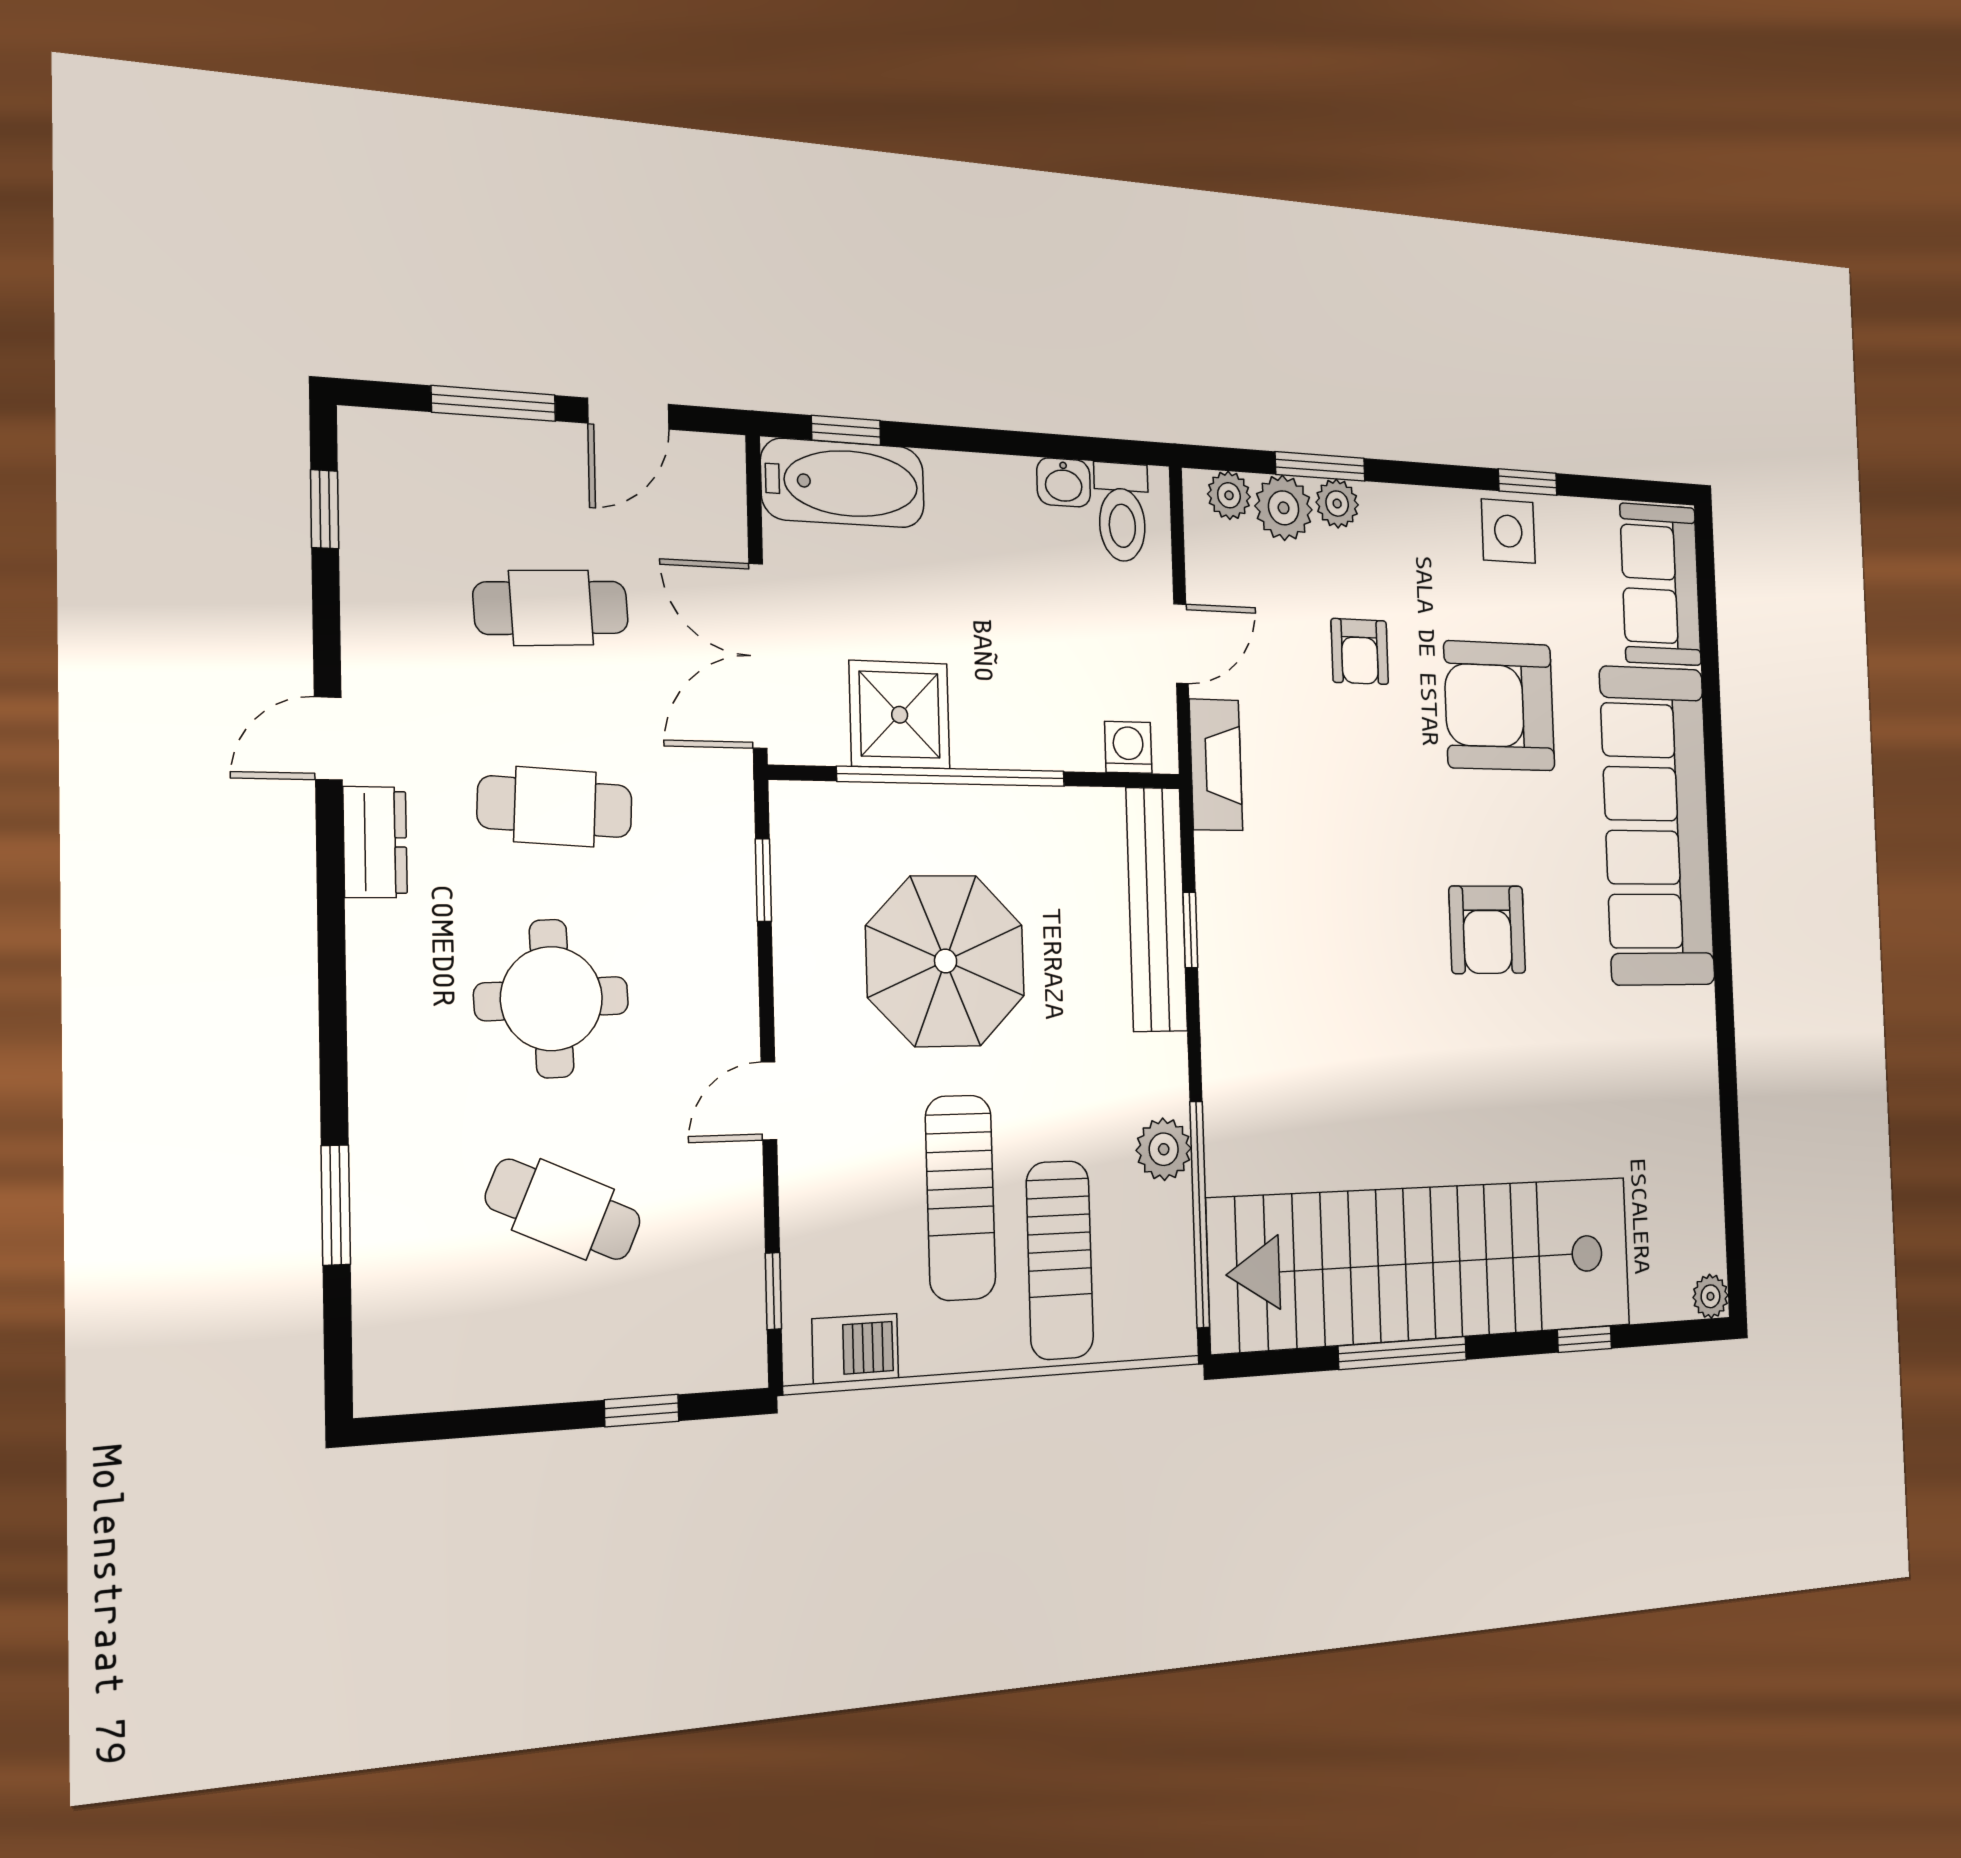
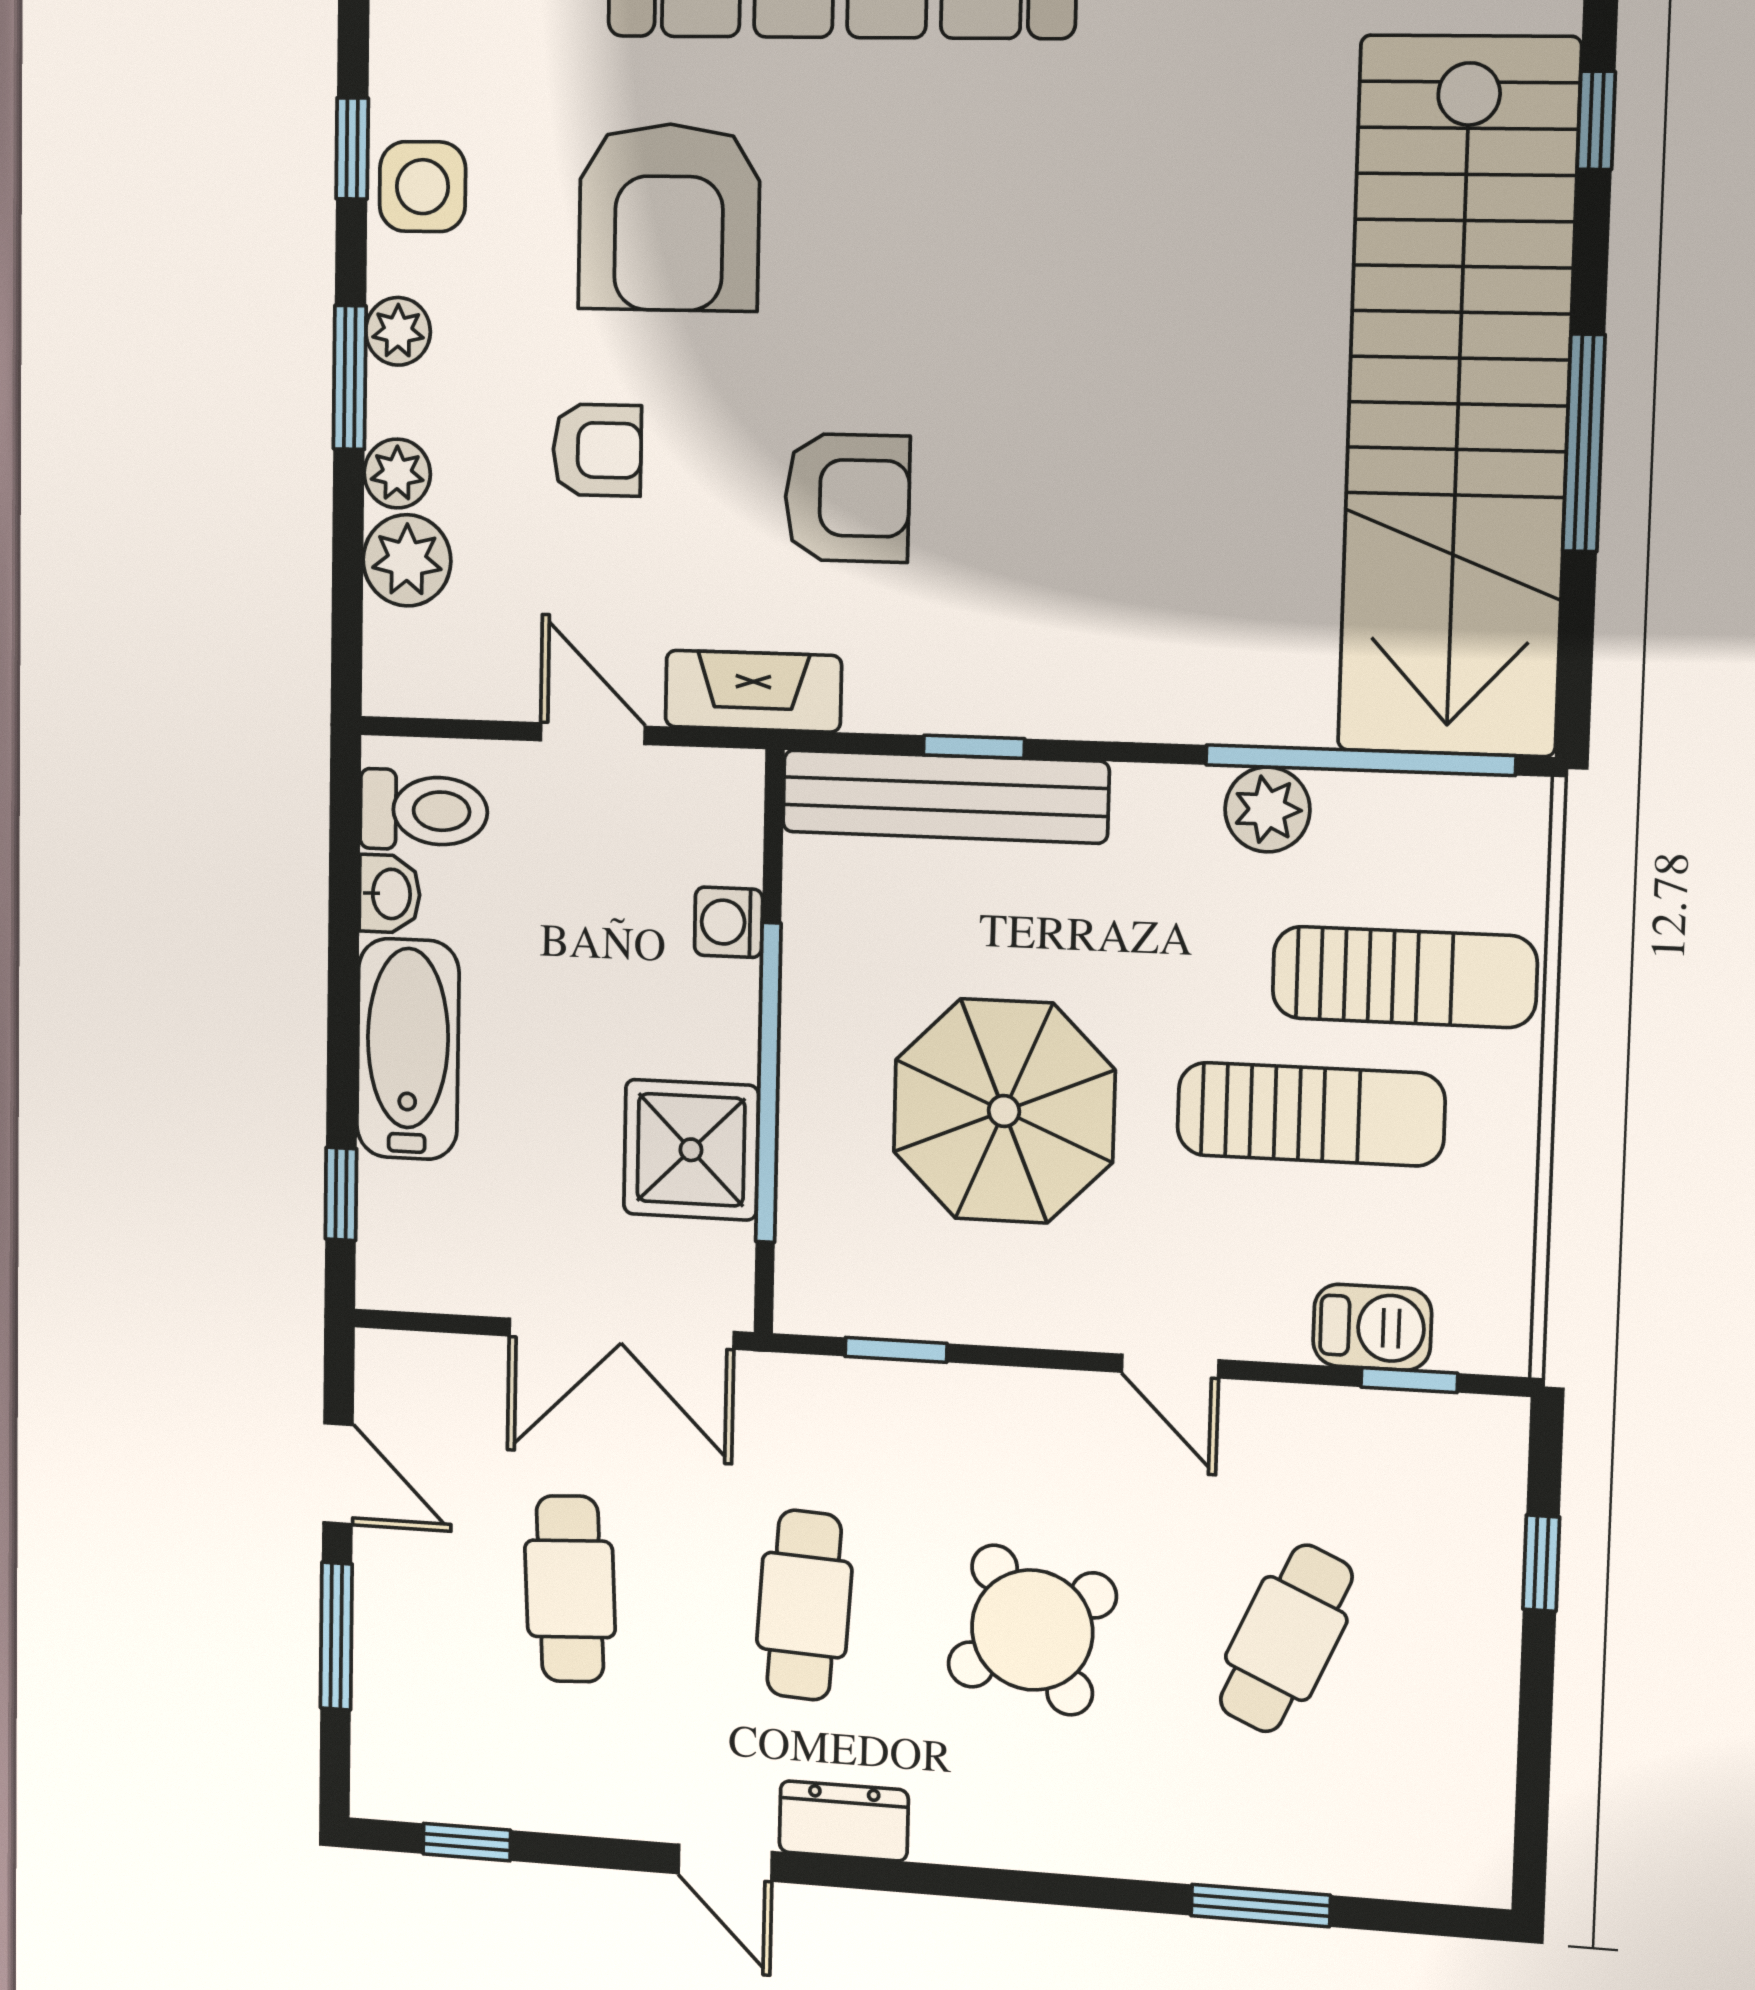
window: (1320, 466) -> (350, 377), moved
bathtub: (843, 483) -> (408, 1049), moved
plant: (1229, 495) -> (398, 331), moved
washing machine: (1128, 747) -> (728, 922), moved
armchair: (1487, 930) -> (847, 498), moved
round table: (552, 999) -> (1032, 1630), turned -31
barbecue: (855, 1349) -> (1372, 1327), moved, turned 90

